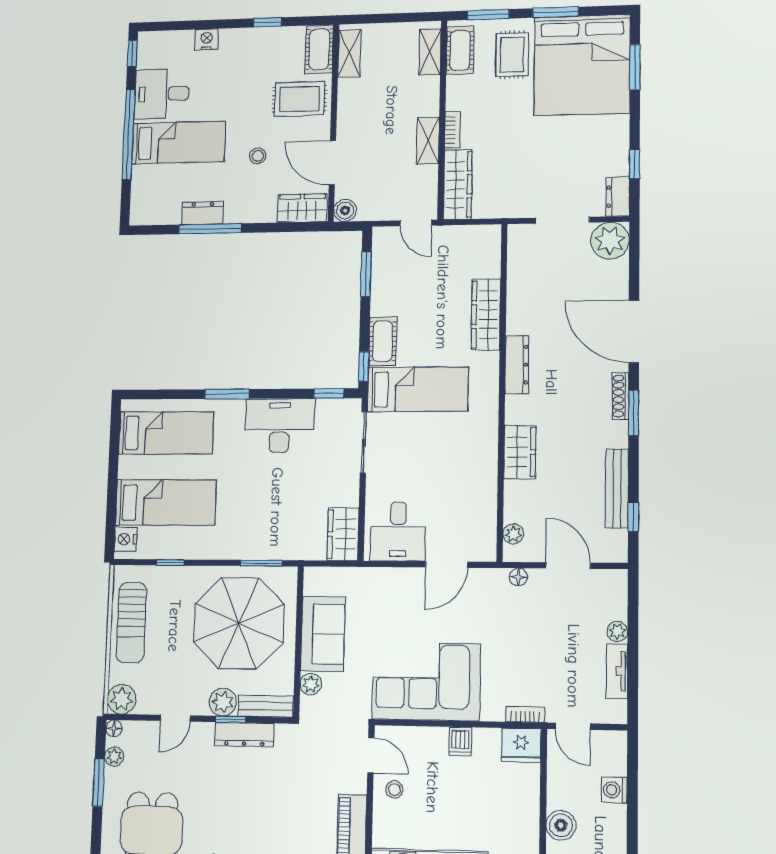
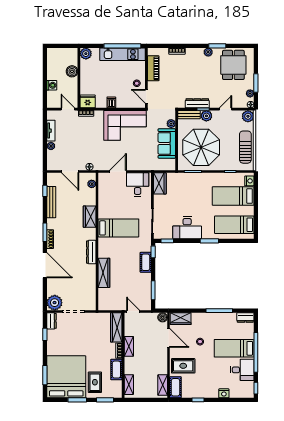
cot: (460, 50) -> (116, 370), moved
dresser: (203, 213) -> (245, 318), moved
bed: (418, 389) -> (118, 228), moved, turned 180

